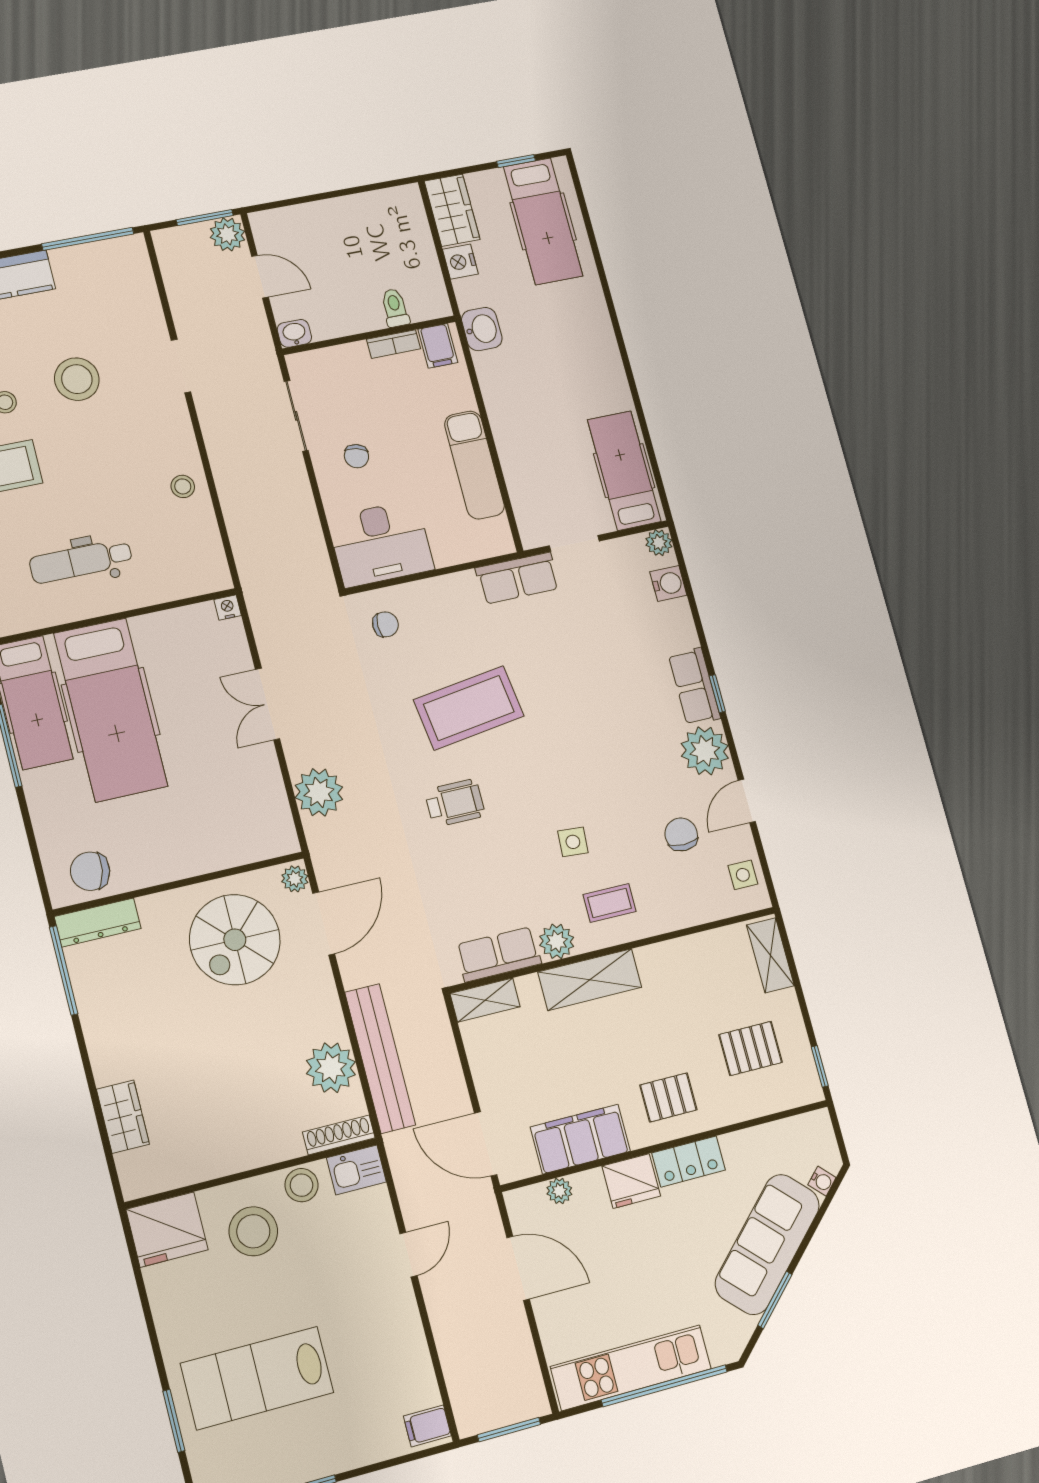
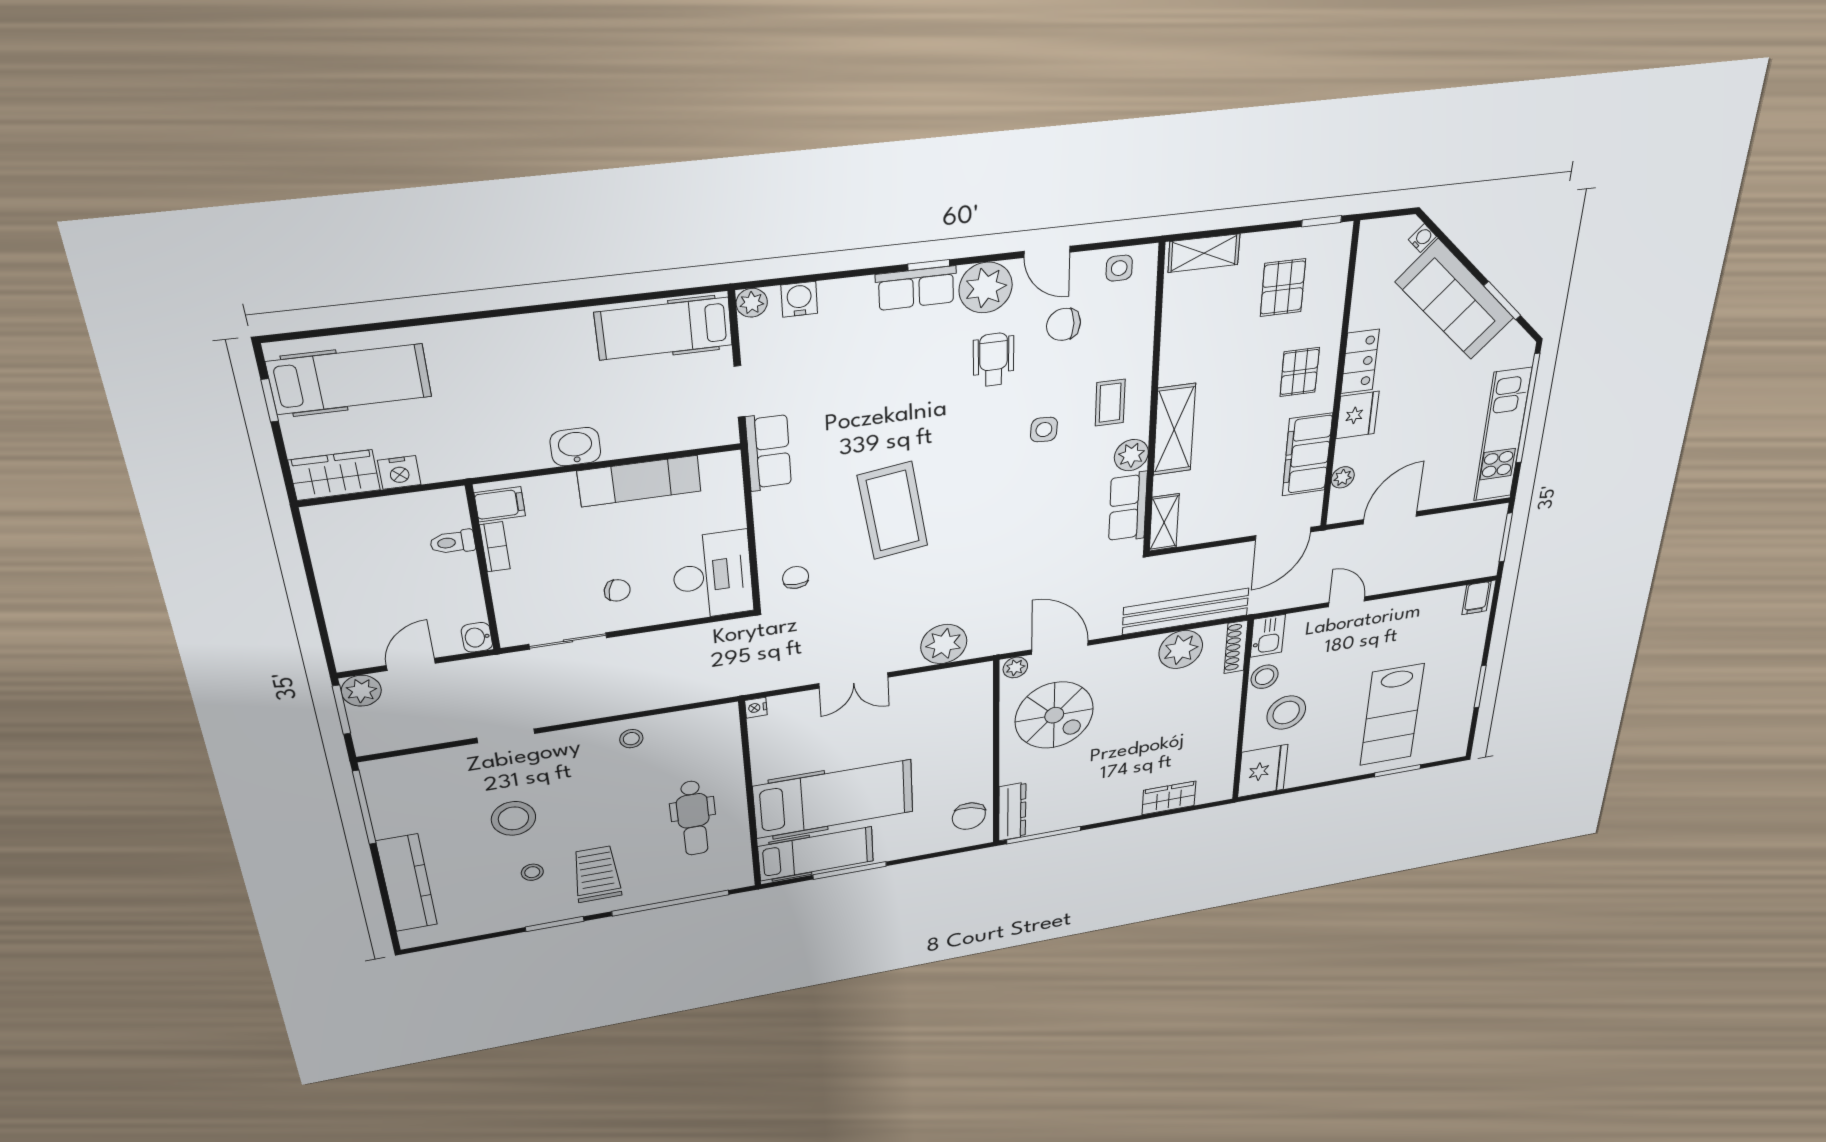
washbasin: (482, 329) -> (575, 447), moved
wheelchair: (455, 803) -> (994, 360), moved

